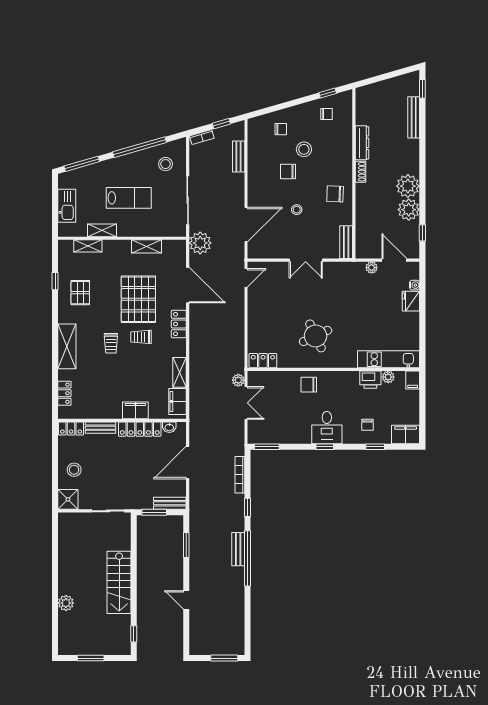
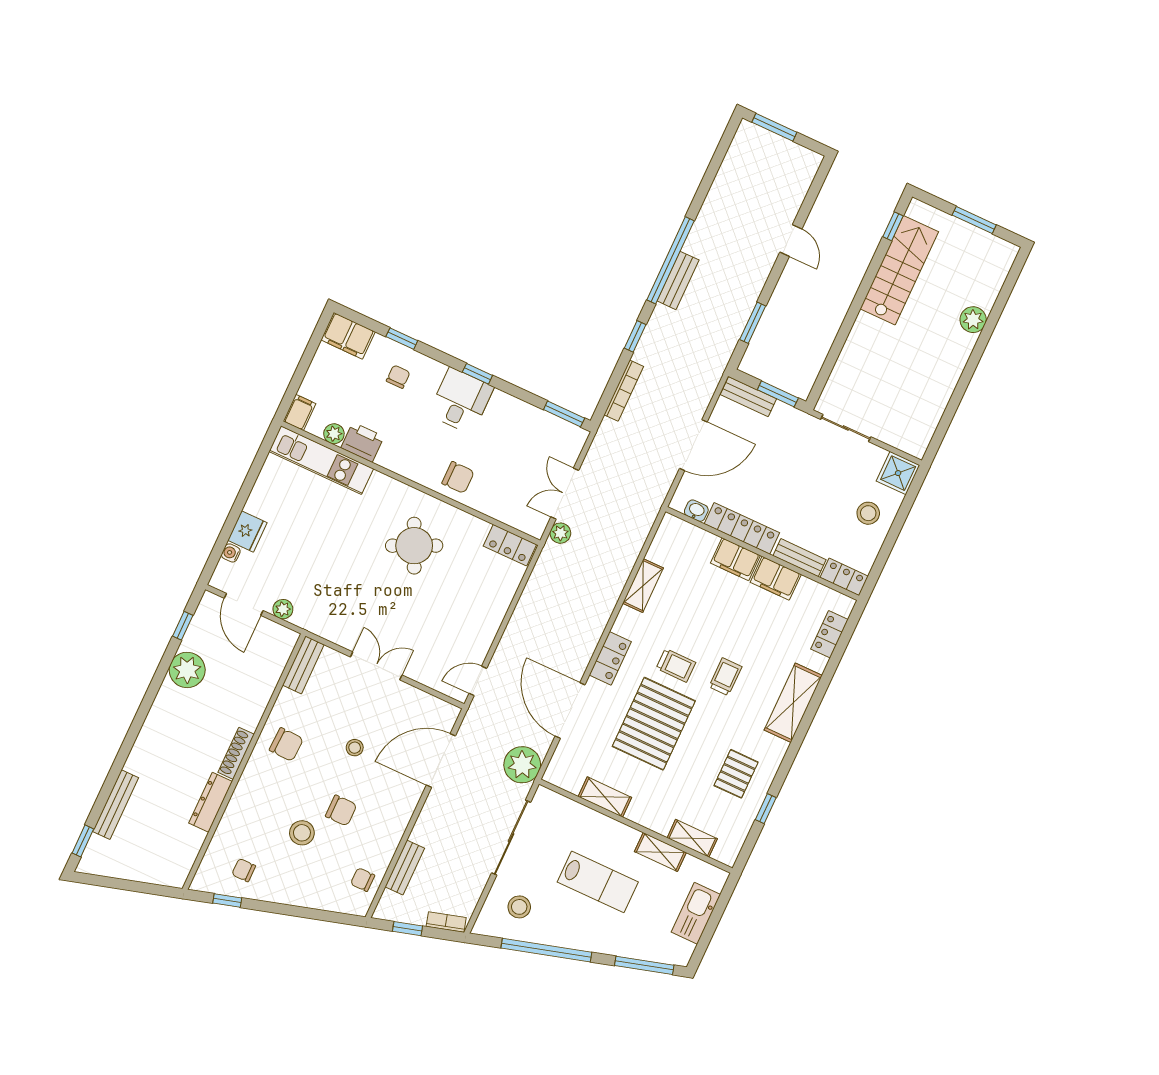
chair: (281, 129) -> (363, 880), moved
shoe rack: (360, 172) -> (236, 753), width x1.43
plant: (408, 186) -> (172, 706), removed
lab bench: (129, 198) -> (598, 882), turned 180
filing cabinet: (178, 402) -> (776, 578), moved, turned 90
stairs: (119, 582) -> (899, 270), moved

